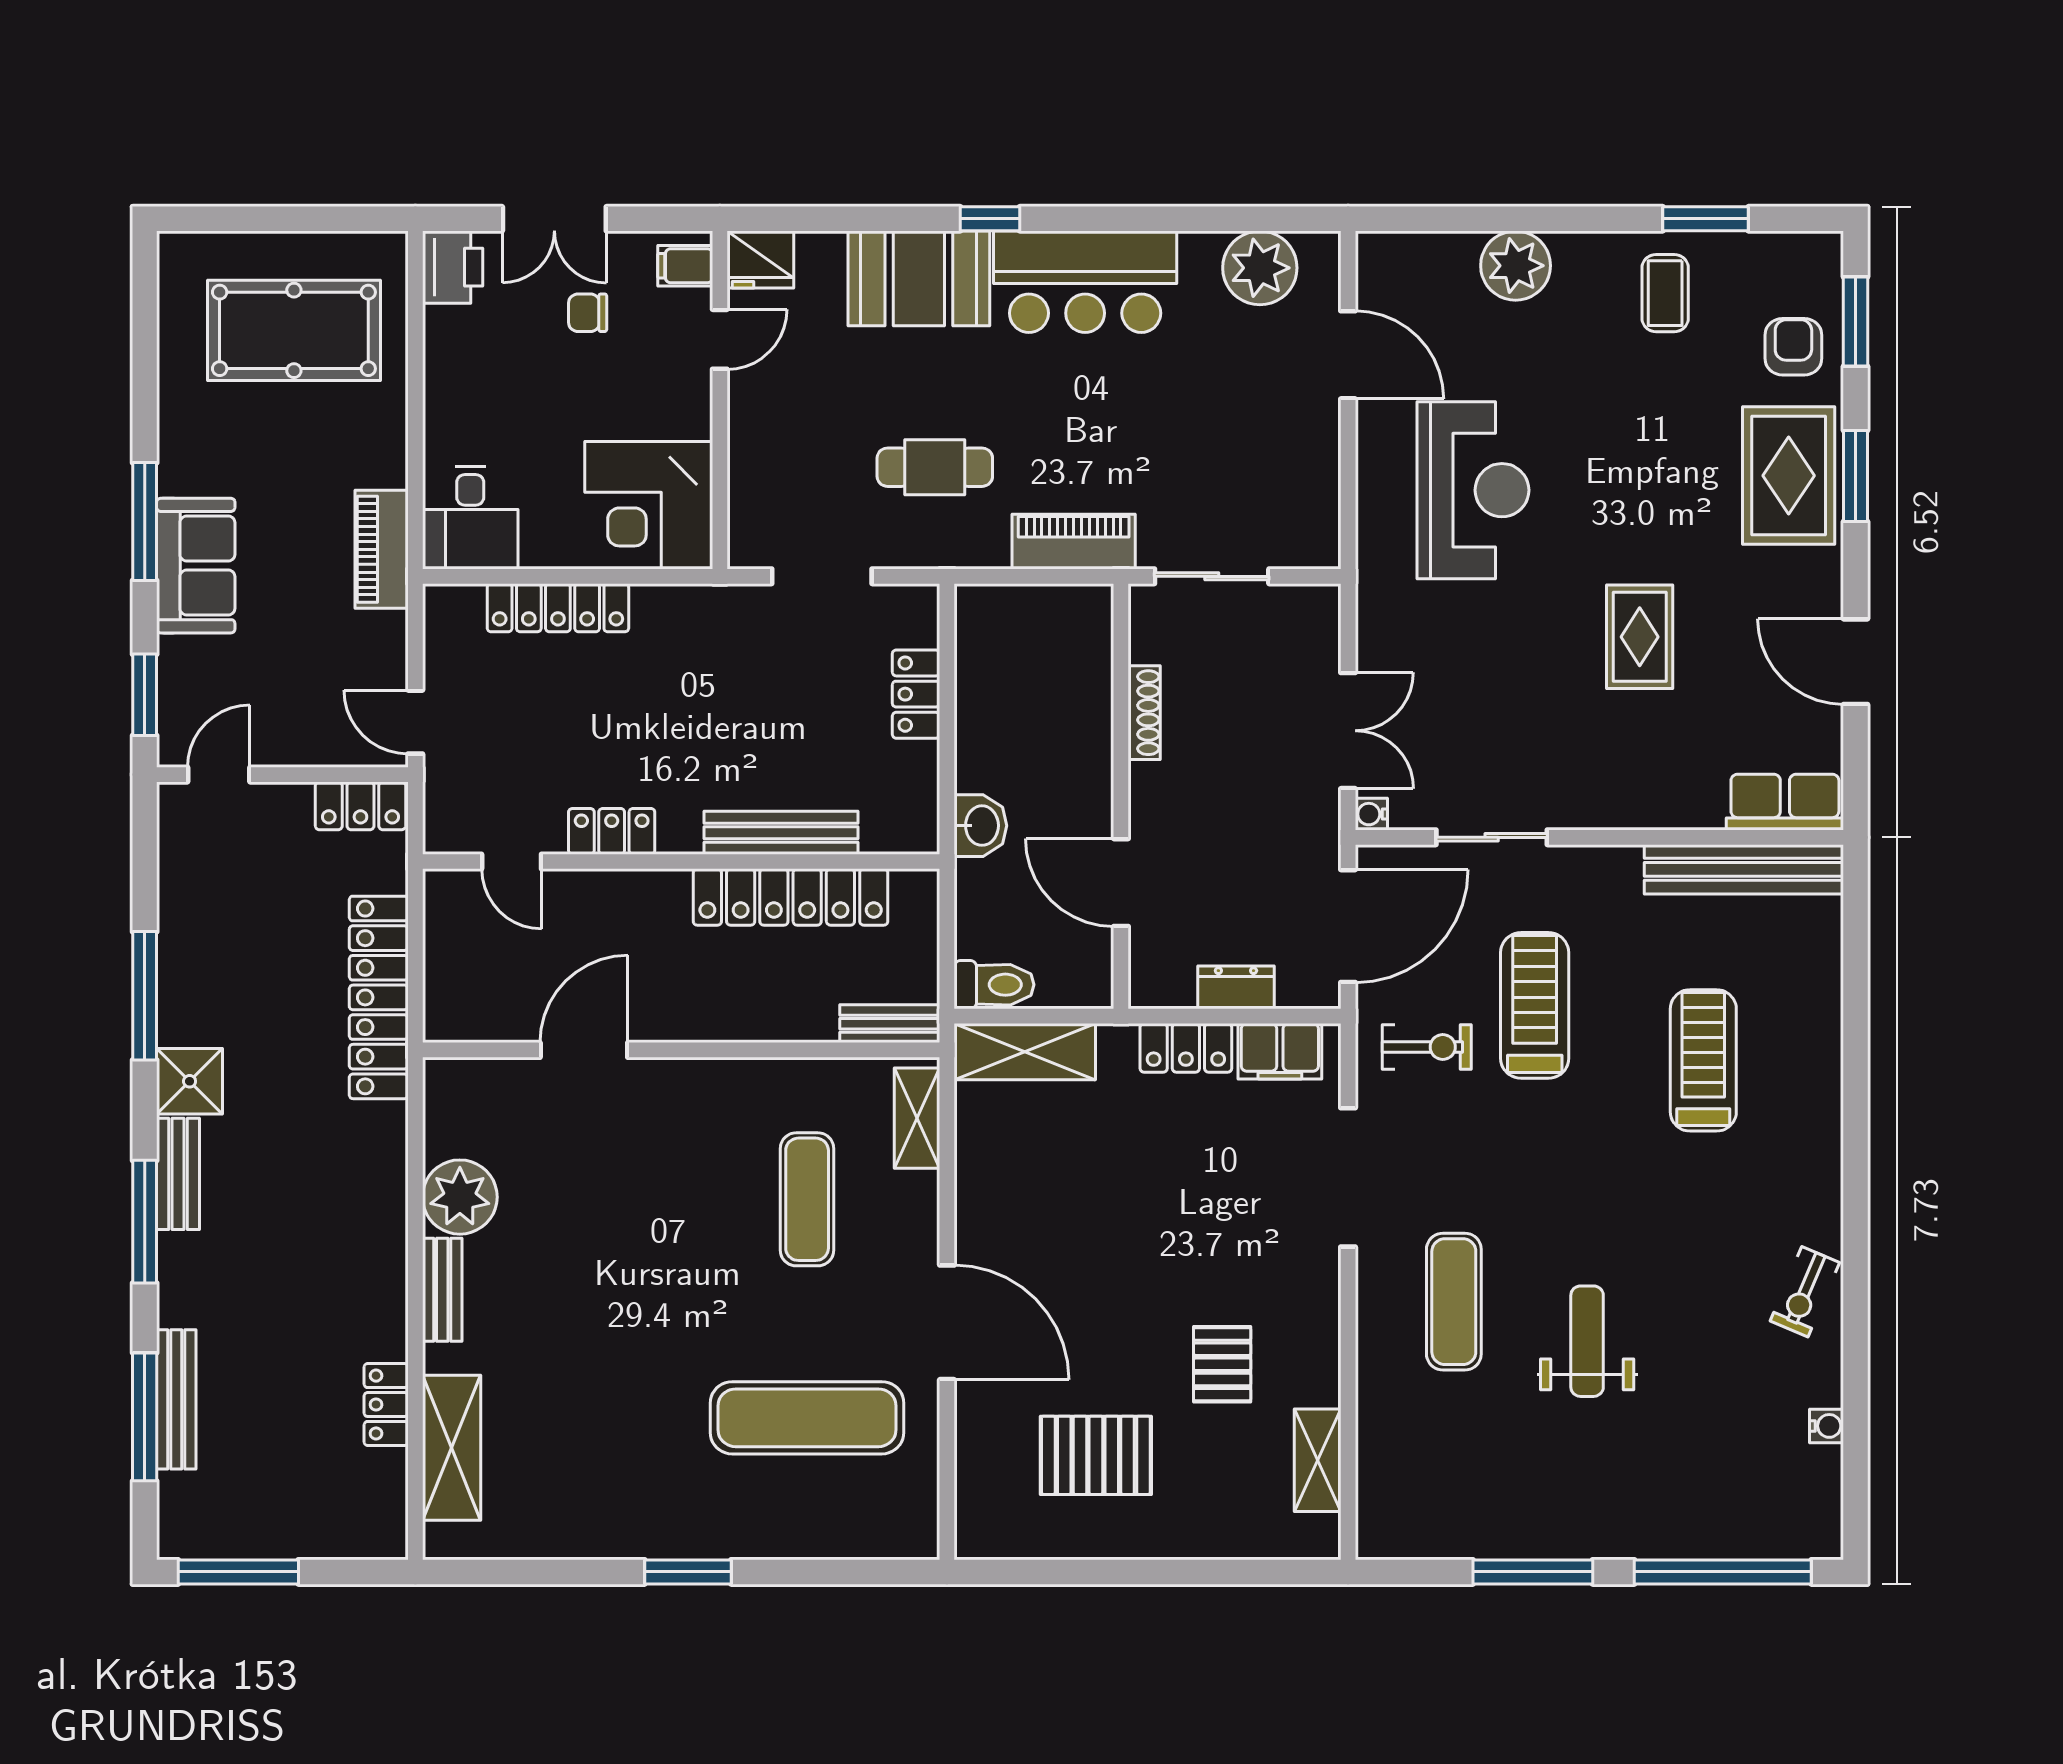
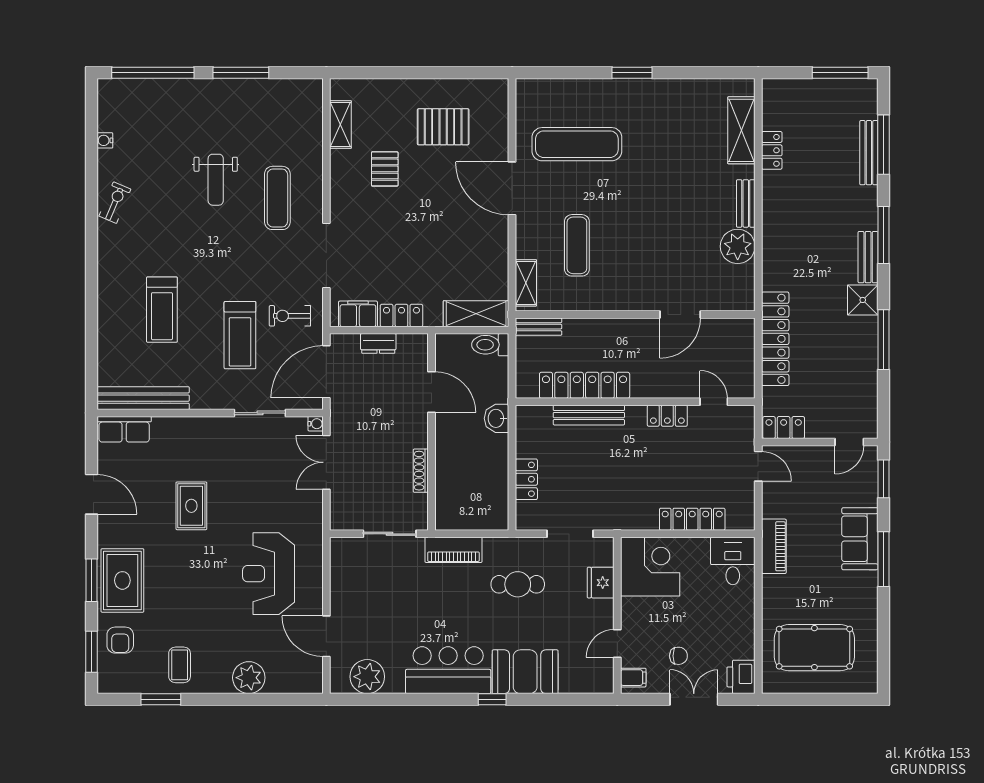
fridge: (760, 259) -> (601, 583), moved, turned -90

